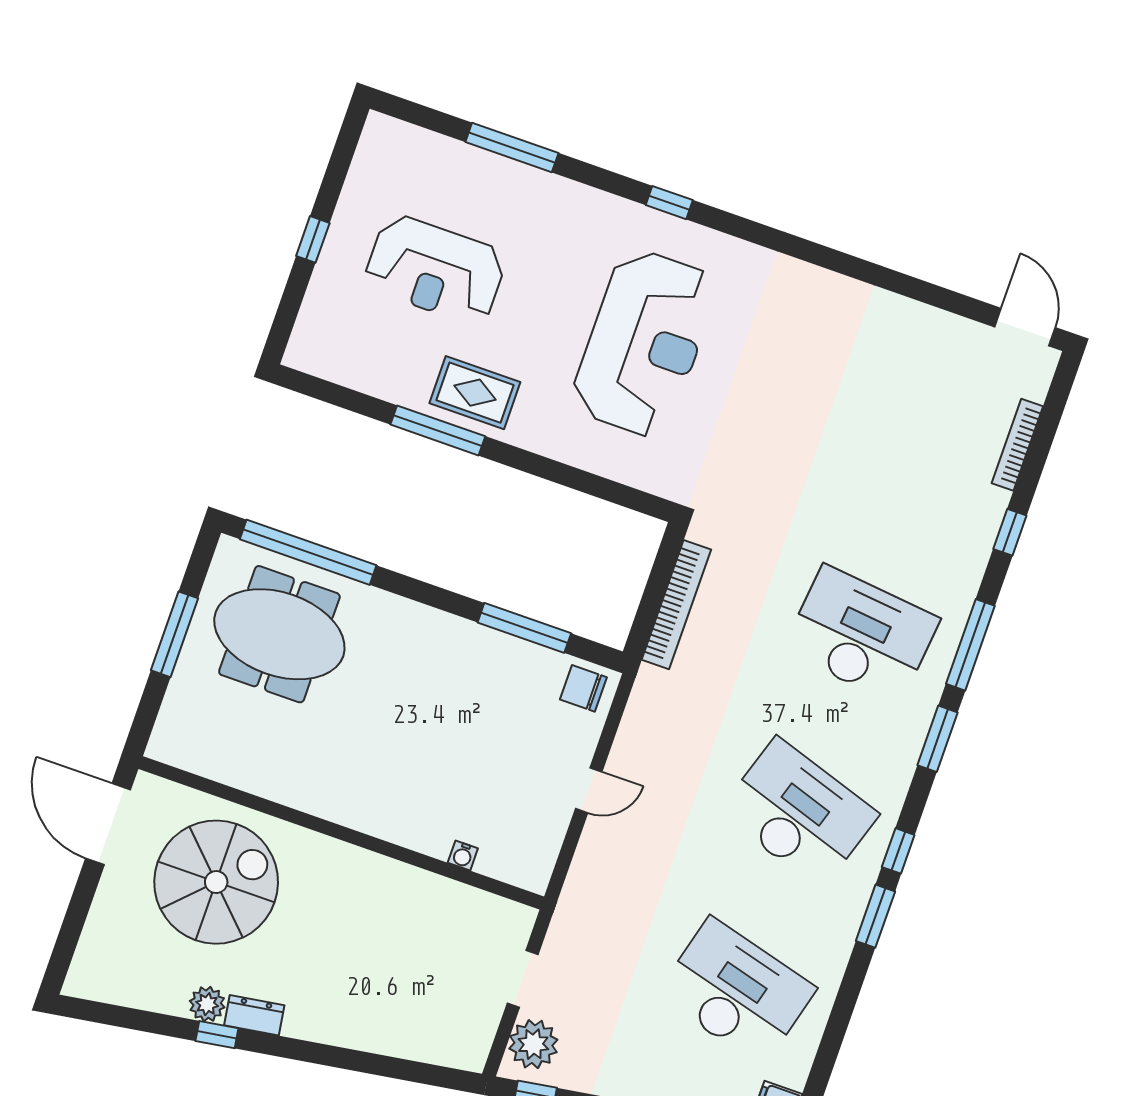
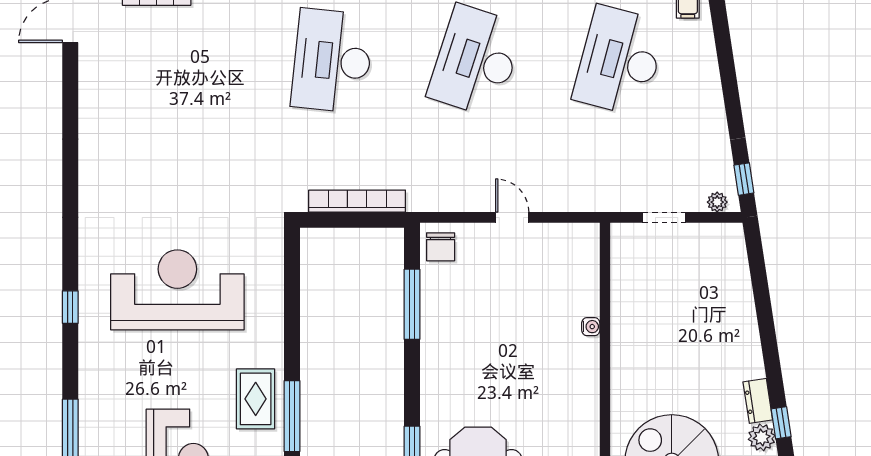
water cooler: (463, 856) -> (591, 327), moved
plant: (533, 1044) -> (717, 202), width x0.53, depth x0.53

